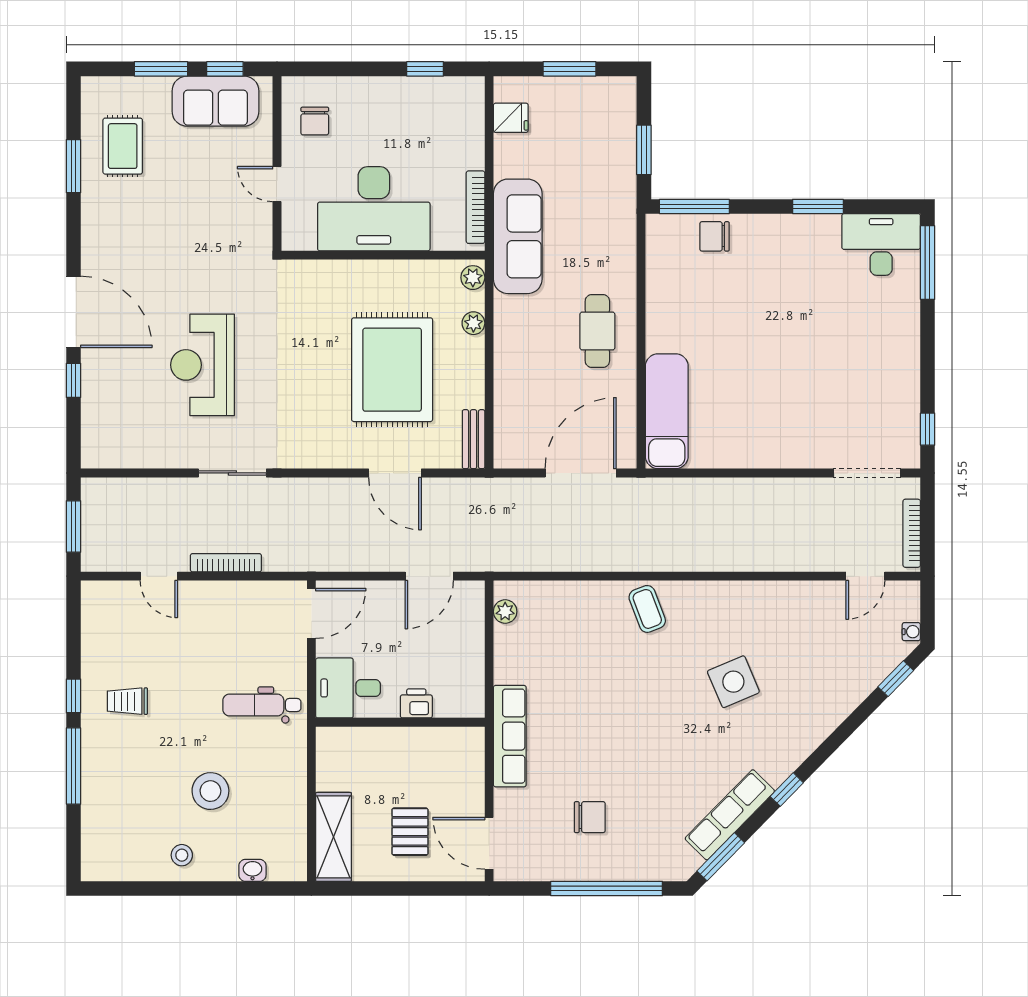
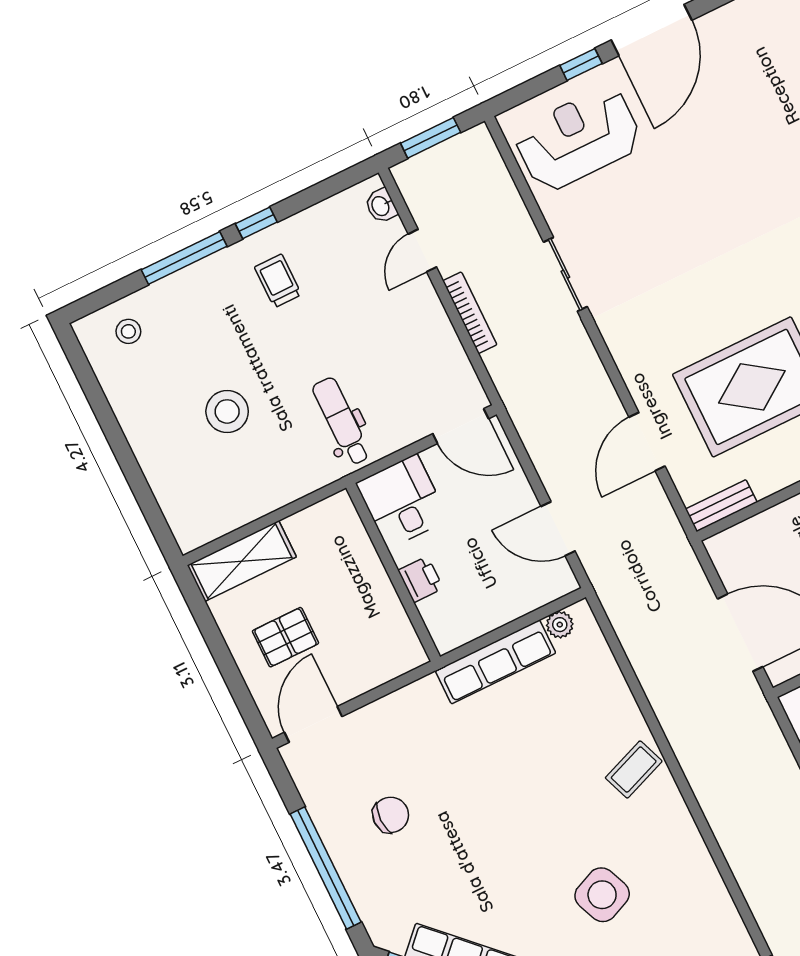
reception desk: (203, 365) -> (578, 139), moved
row of seats: (510, 736) -> (495, 662), moved
chair: (590, 817) -> (391, 815), turned -90
stool: (182, 855) -> (128, 331), moved
washbasin: (252, 870) -> (381, 206), moved, turned 180

